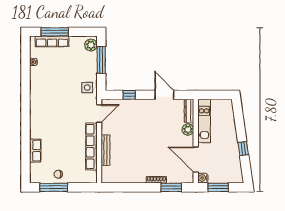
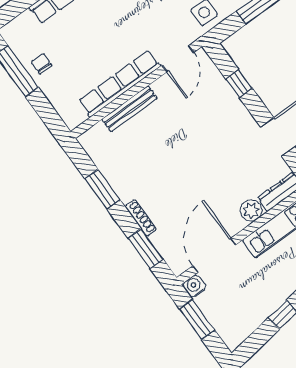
door: (99, 114) -> (178, 59), hinge flipped
window: (132, 187) -> (102, 189), added

